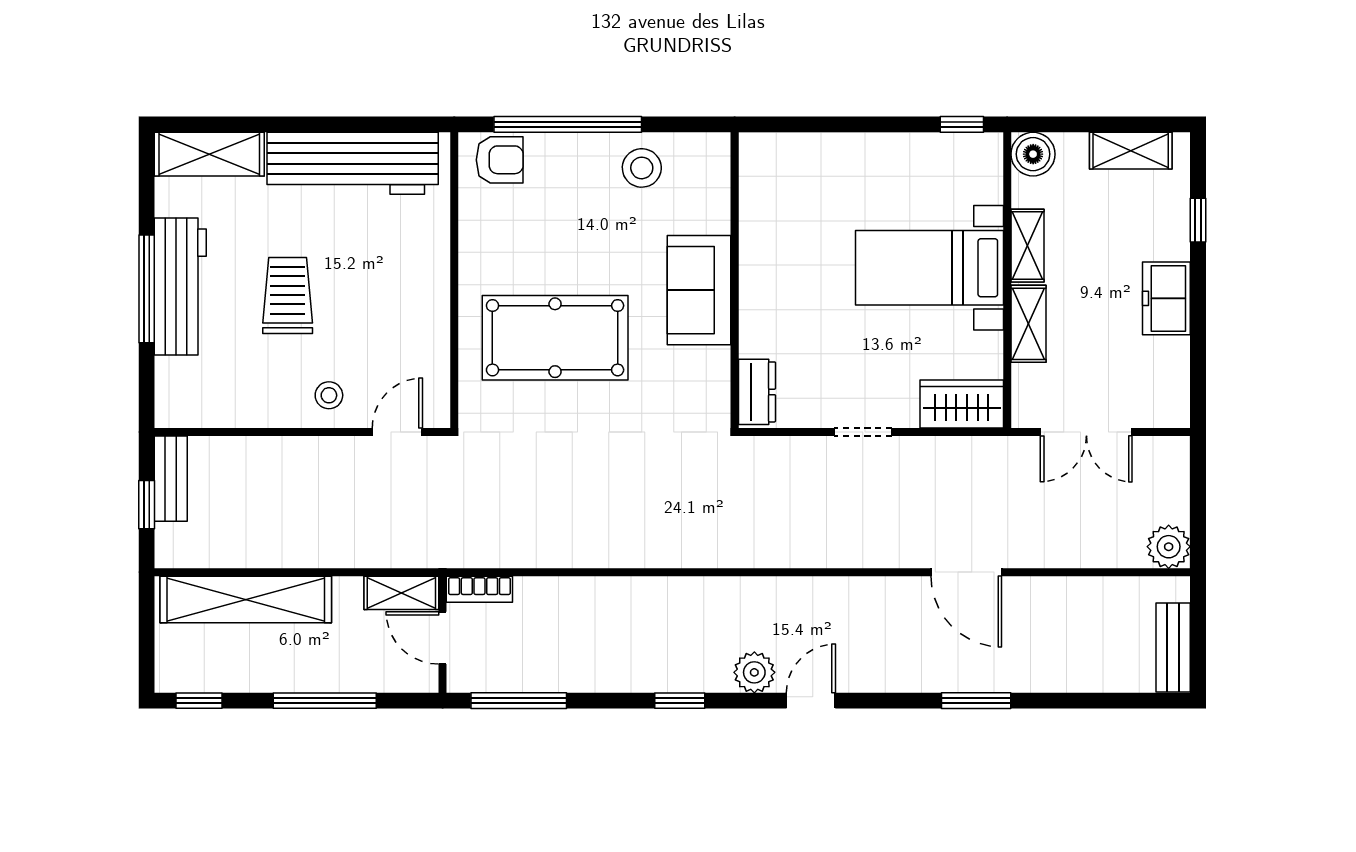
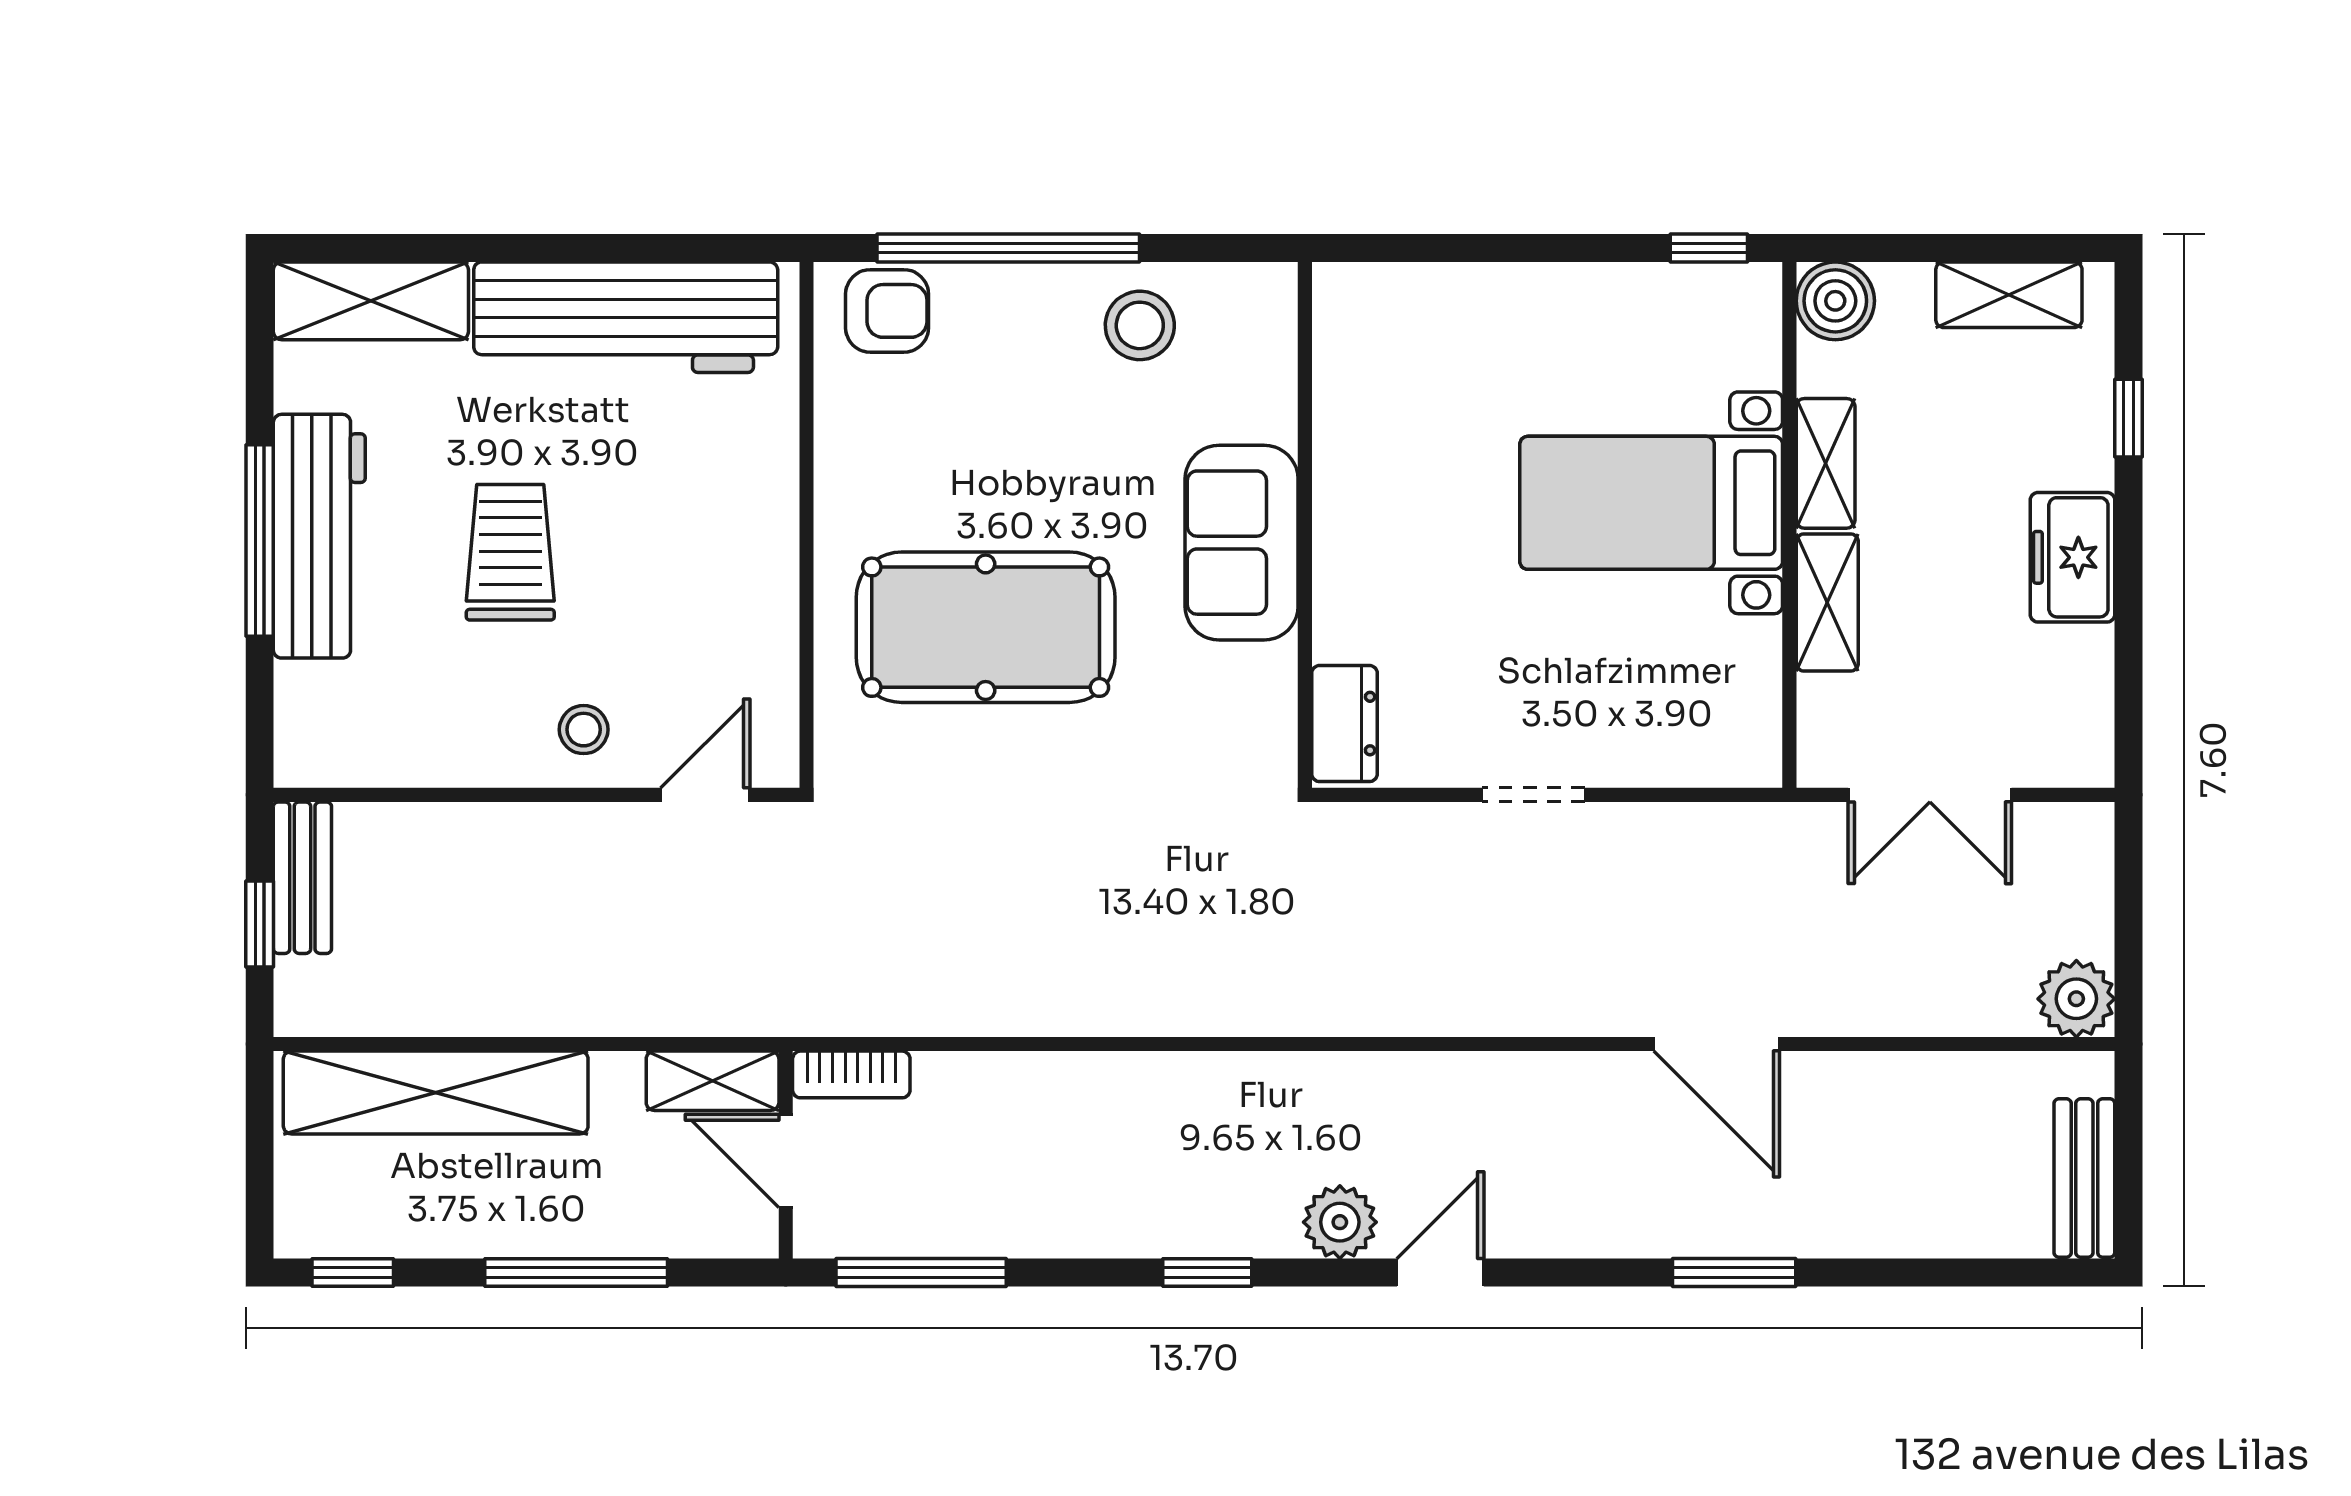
wardrobe: (962, 404) -> (1709, 745), removed

